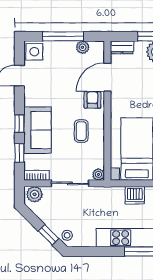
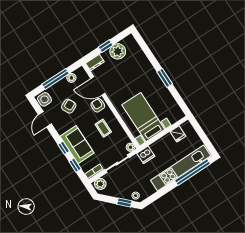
door: (107, 77) -> (98, 86), hinge flipped
armchair: (58, 78) -> (69, 106), added
dishwasher: (135, 195) -> (146, 155), moved

